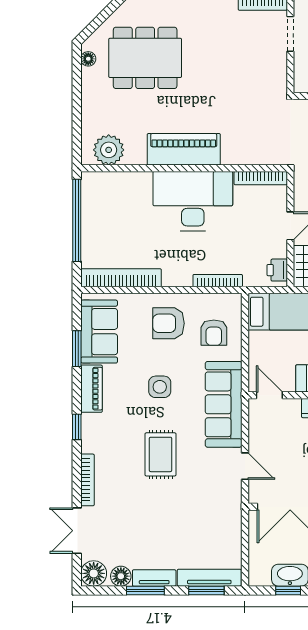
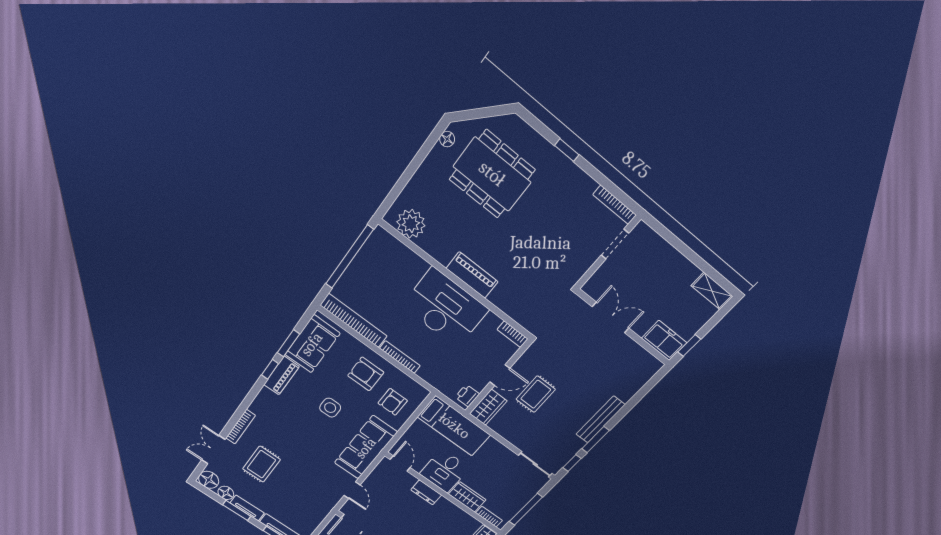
piano: (184, 149) -> (472, 275), width x0.73, depth x0.75
bookcase: (261, 178) -> (513, 334), width x0.64
bookcase: (218, 281) -> (400, 357), moved
window: (77, 427) -> (270, 369), moved
rug: (161, 454) -> (261, 464), moved

